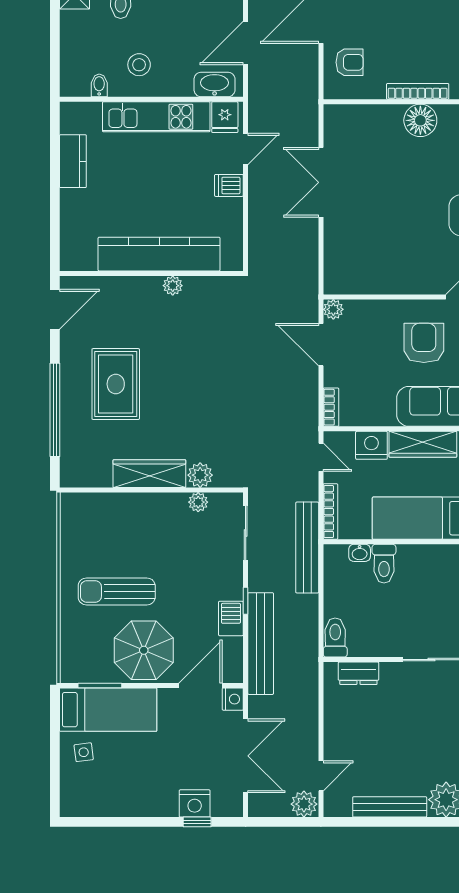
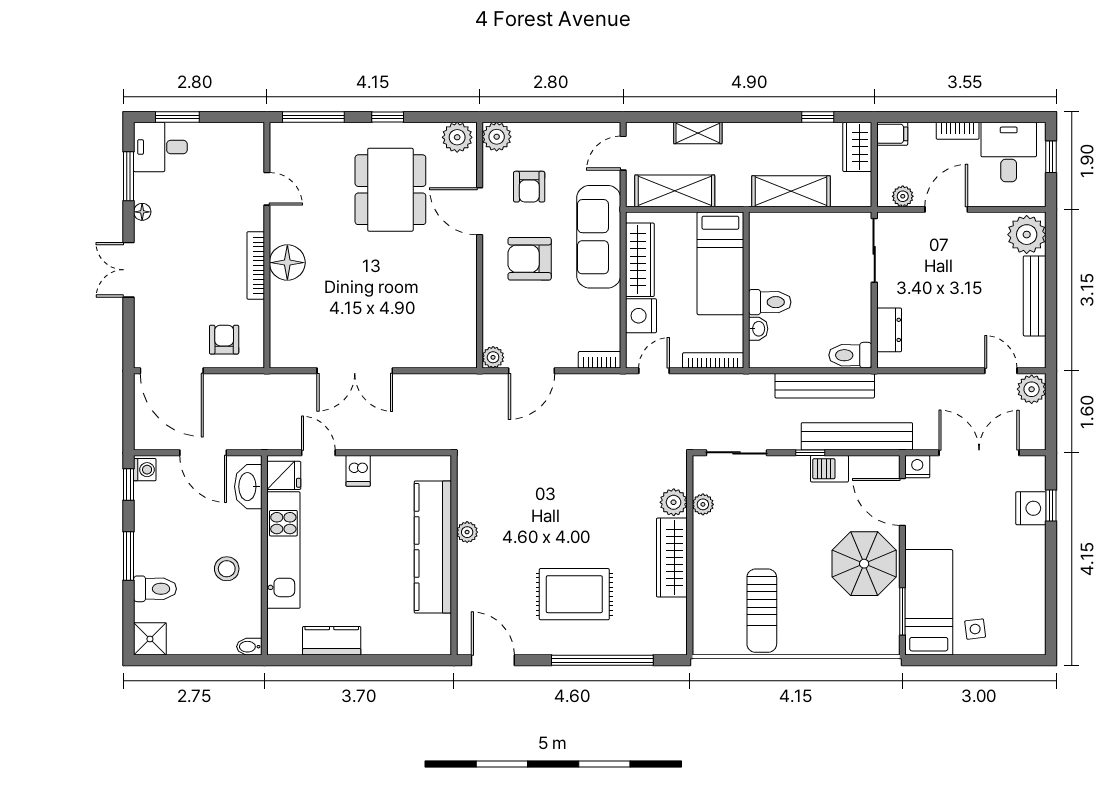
bidet: (99, 85) -> (249, 647), moved
bench: (307, 548) -> (825, 386), moved
sun lounger: (117, 591) -> (762, 611), moved

